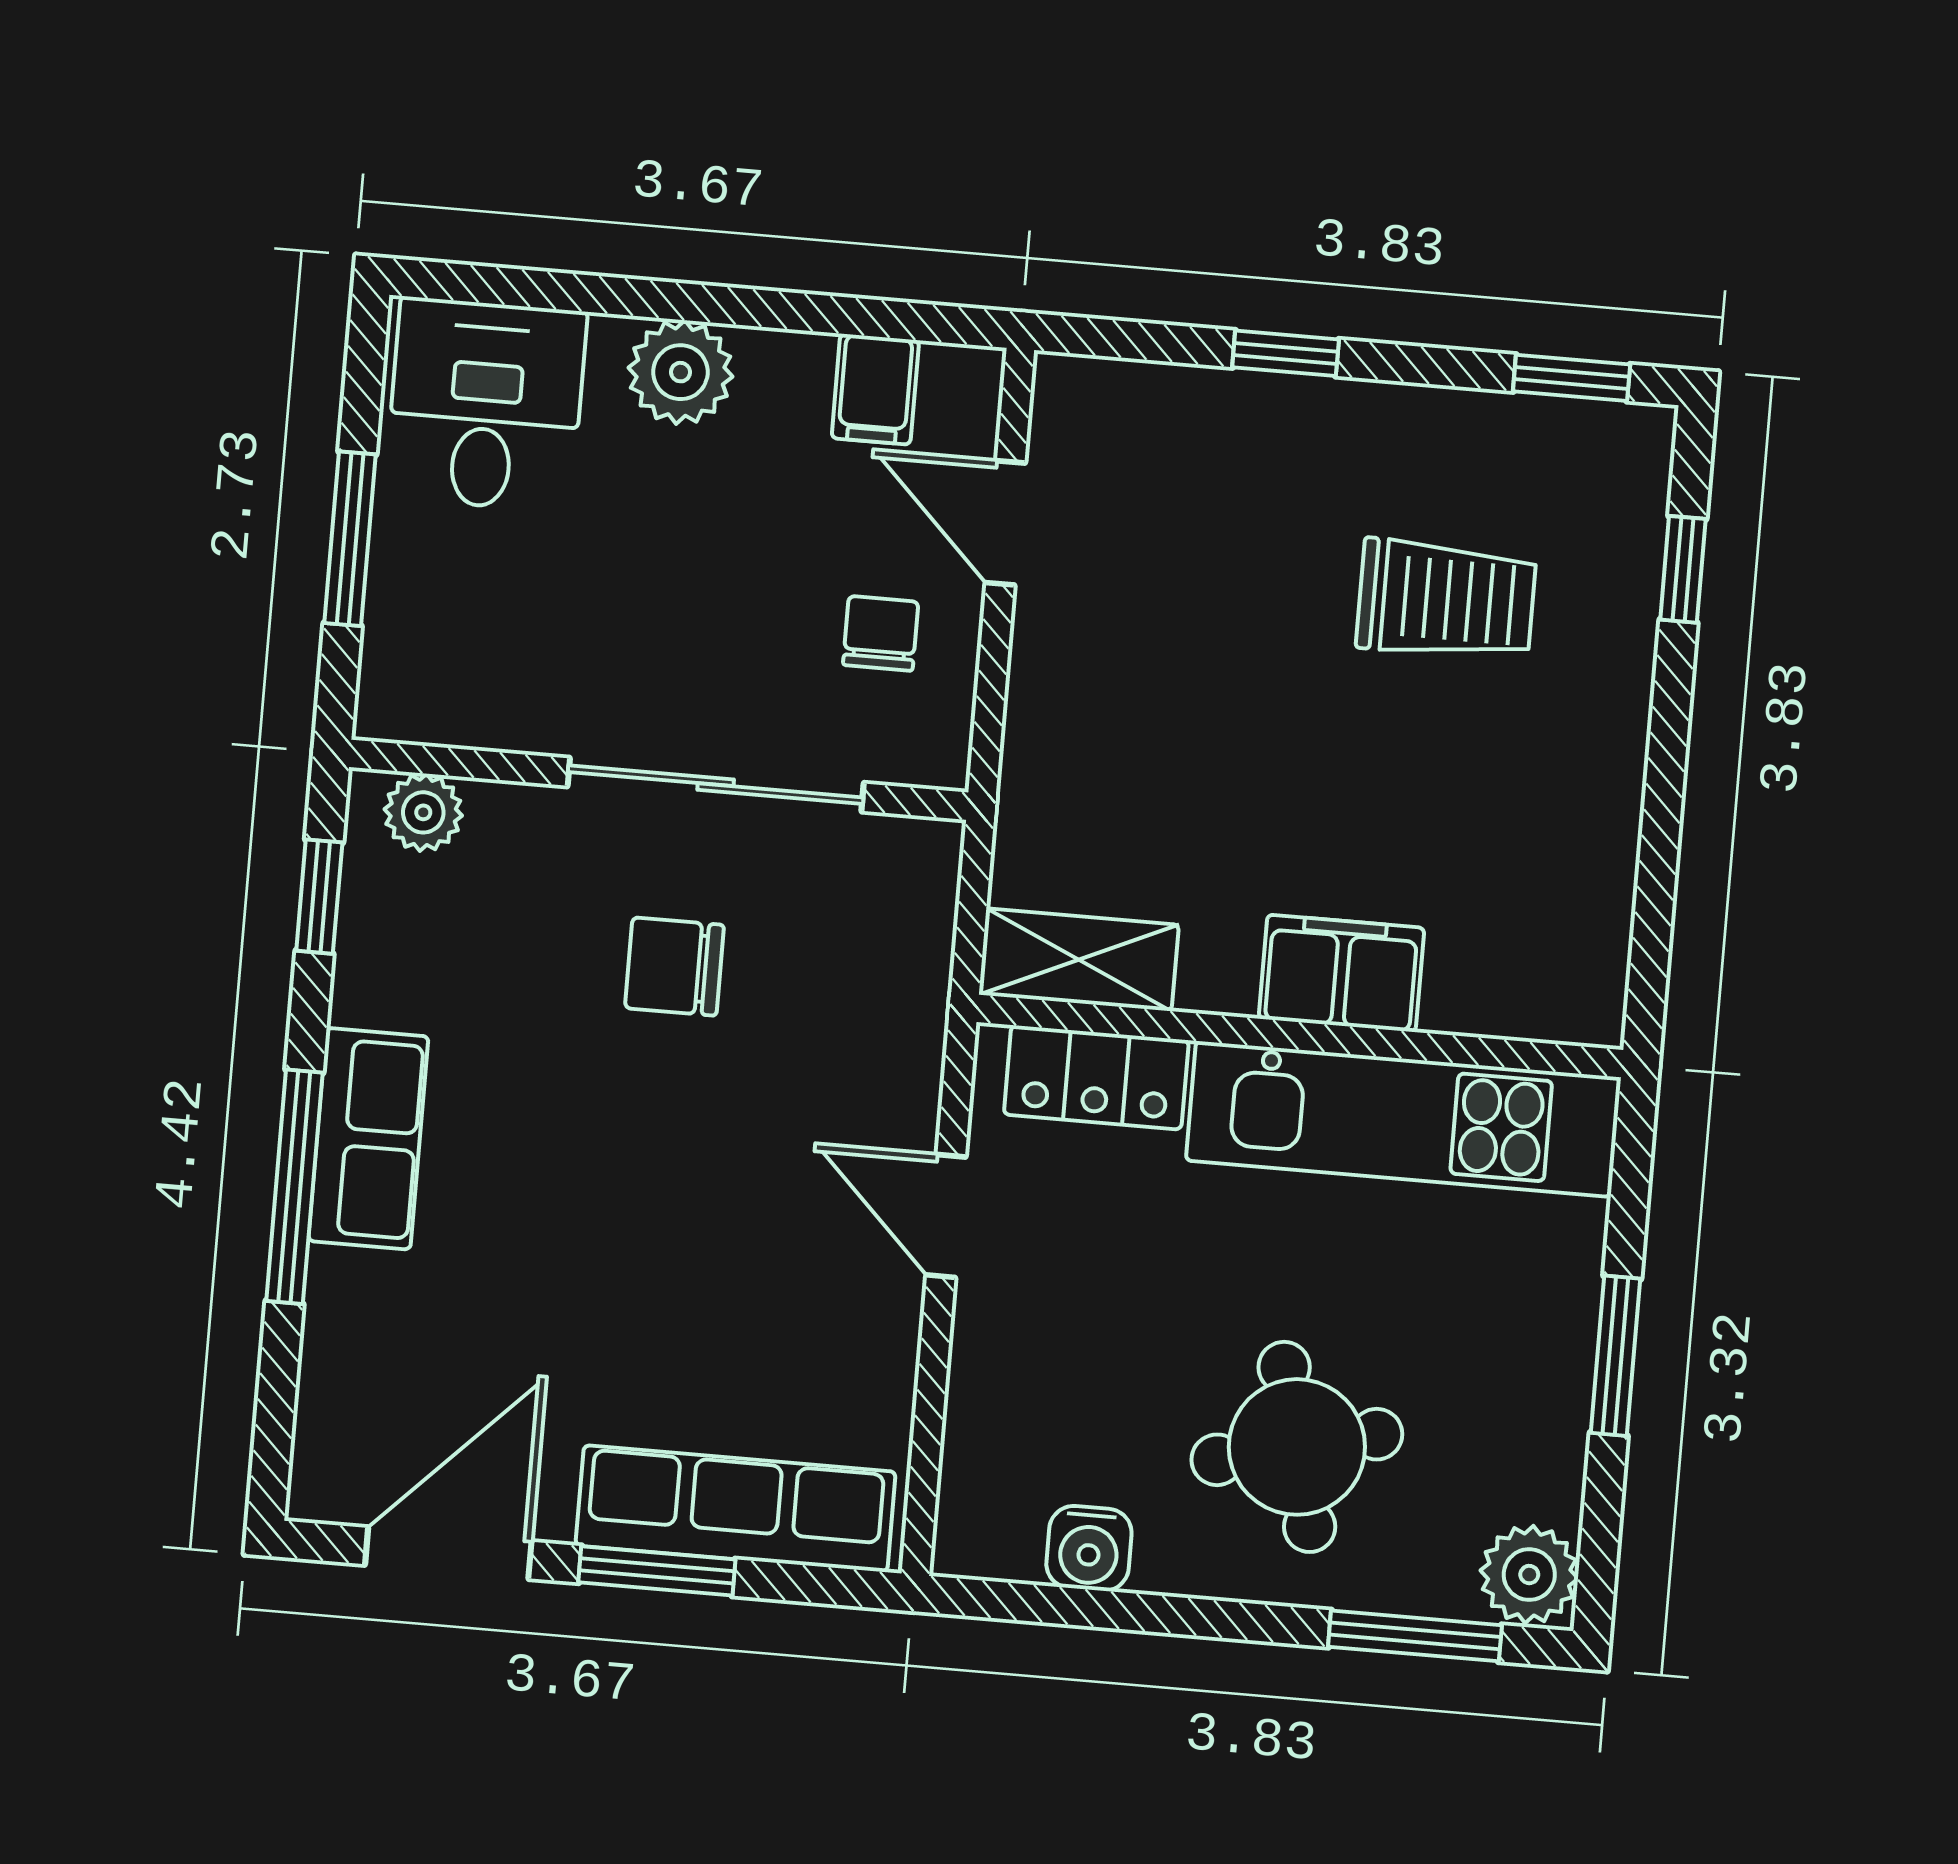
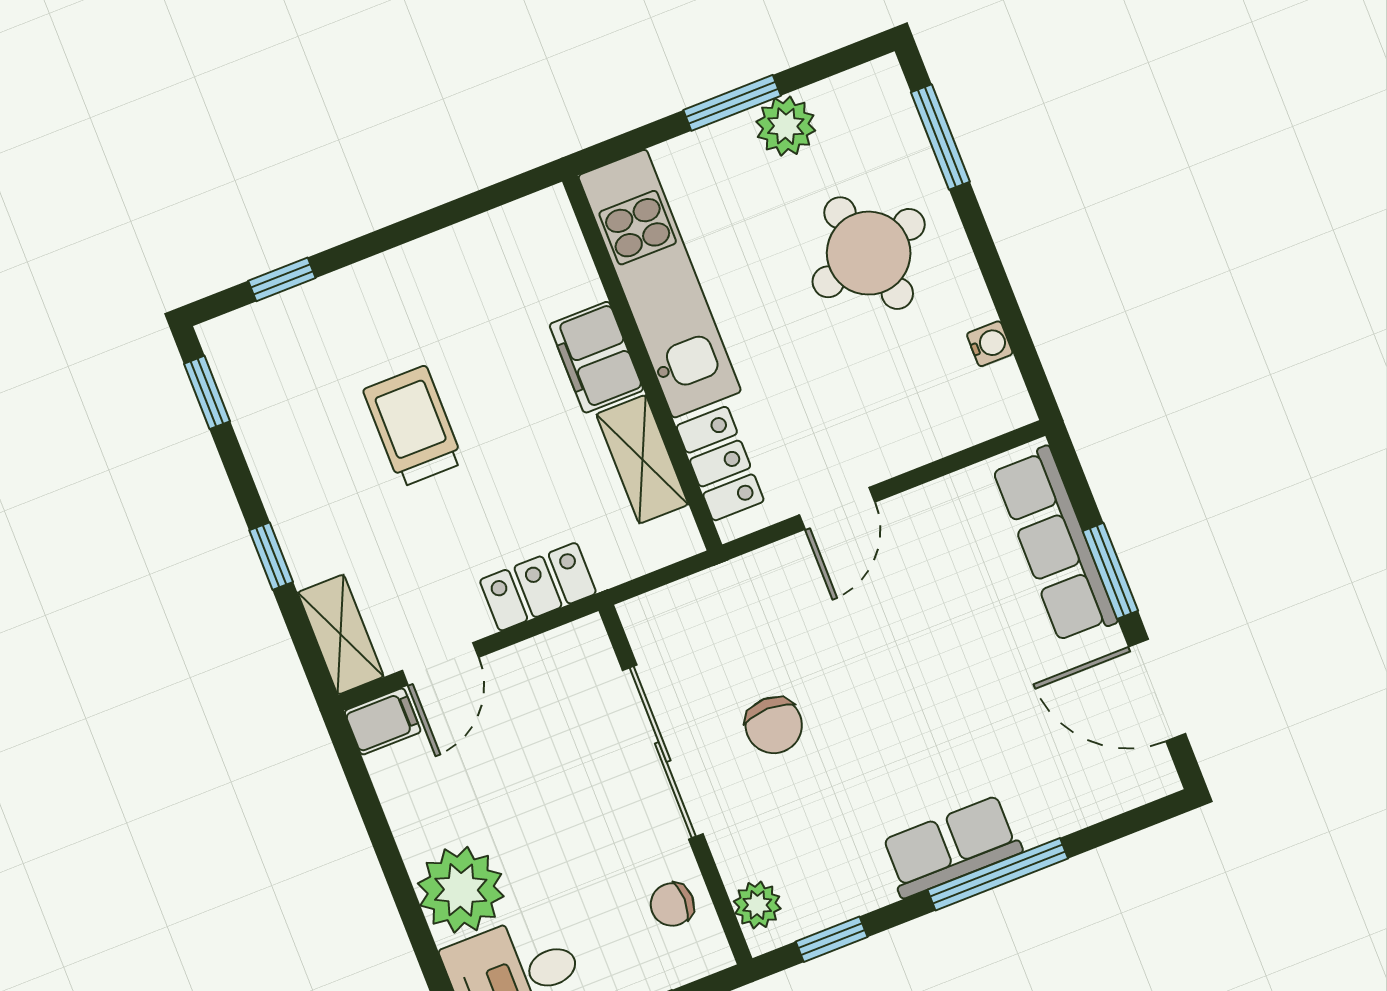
plant: (680, 372) -> (461, 890), width x1.36, depth x1.36
filing cabinet: (875, 389) -> (383, 721), moved
shelving: (1120, 398) -> (341, 635), added
trolley: (1446, 600) -> (413, 426), moved
chair: (881, 633) -> (672, 904), moved
locker: (1048, 722) -> (538, 587), added
shelving: (1079, 960) -> (642, 459), moved
water cooler: (1089, 1548) -> (990, 344), width x0.72, depth x0.72
plant: (1529, 1575) -> (786, 126), moved

